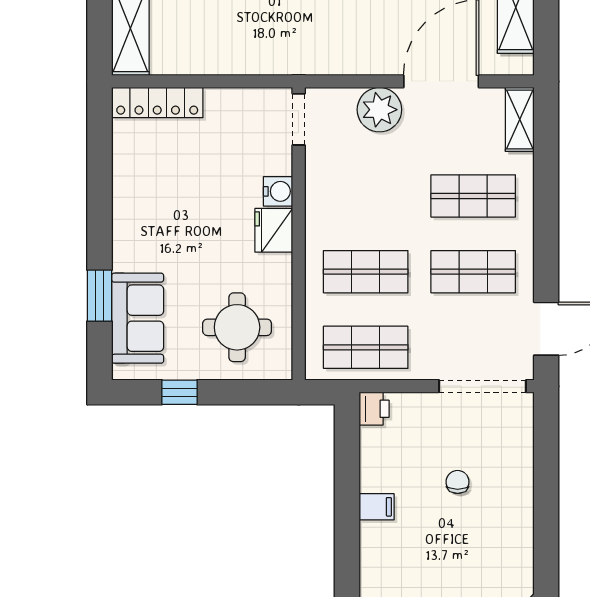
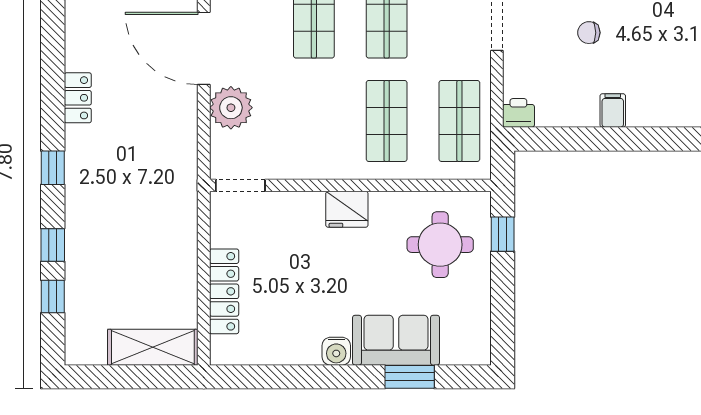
locker: (157, 103) -> (224, 291), moved
water cooler: (278, 191) -> (336, 351), moved, turned 180
sofa: (138, 318) -> (396, 340), moved
window: (179, 392) -> (503, 234), moved

